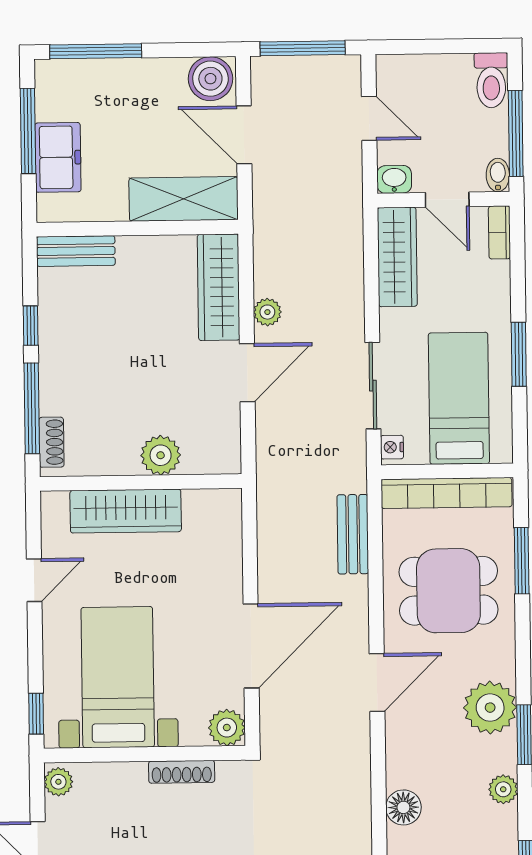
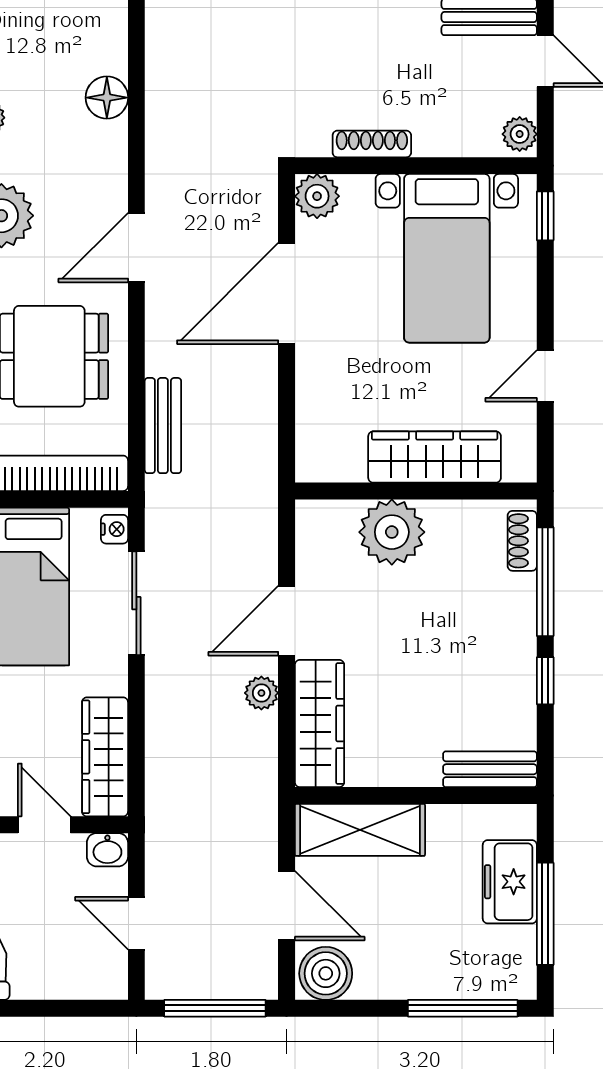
plant: (161, 455) -> (392, 532), width x1.36, depth x1.36

